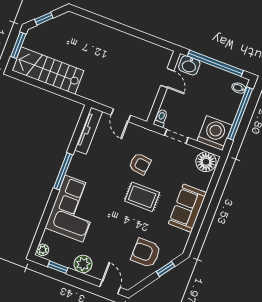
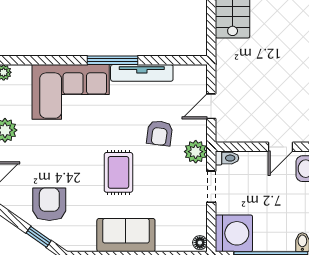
tv unit: (89, 131) -> (142, 73), moved
plant: (148, 138) -> (196, 152), added
floor lamp: (206, 162) -> (200, 243), width x0.53, depth x0.53
armchair: (140, 164) -> (160, 133), moved

